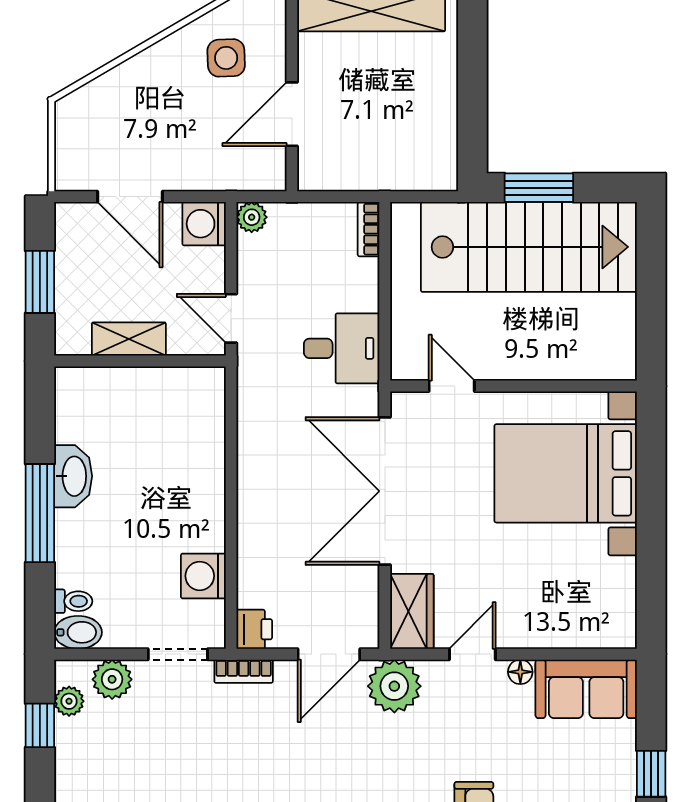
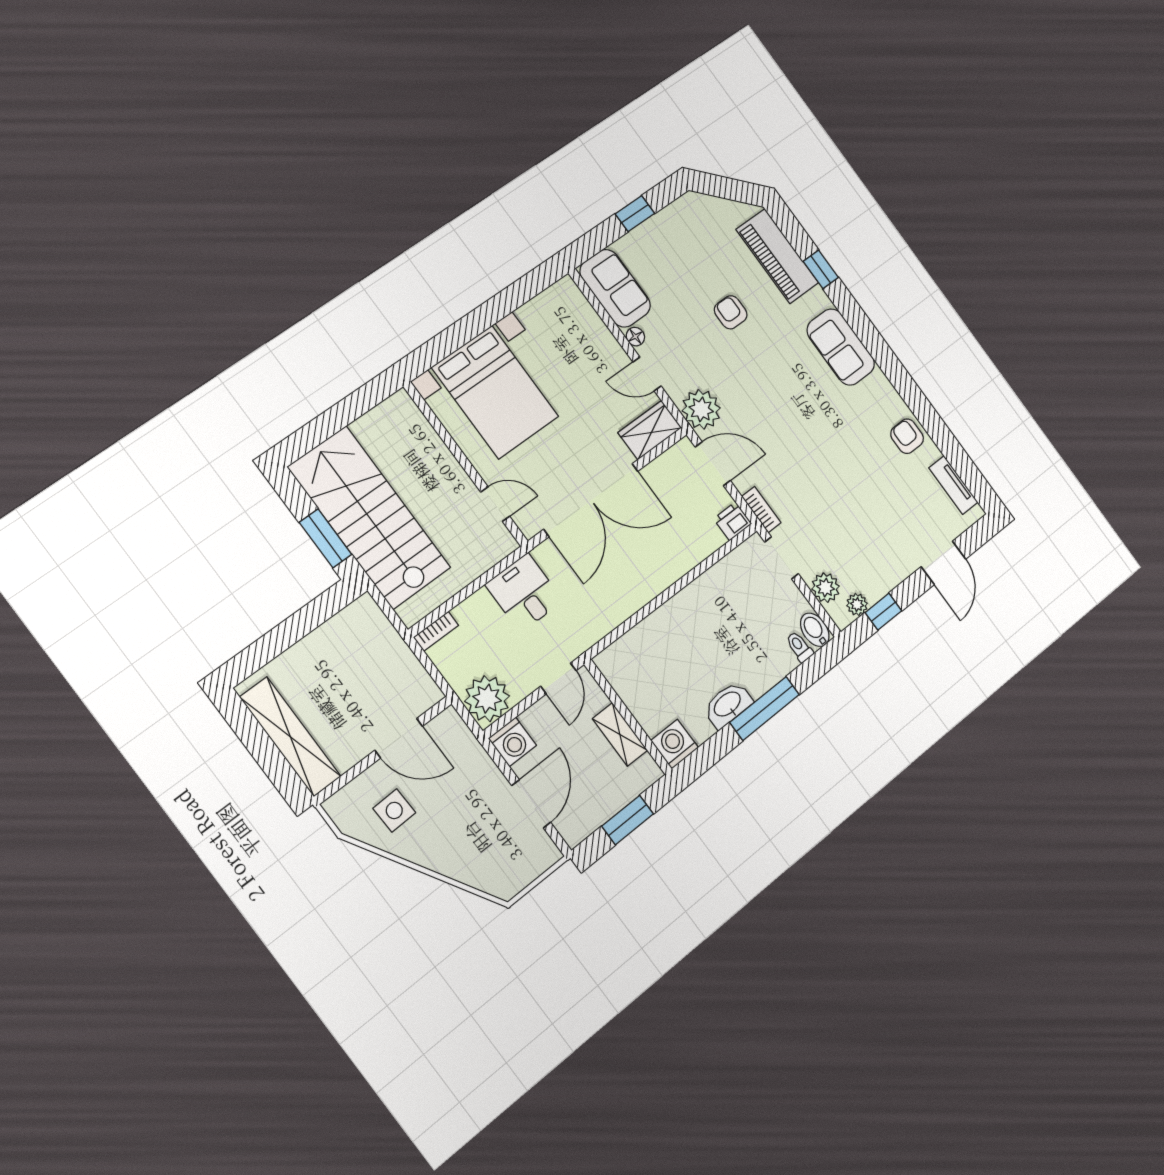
plant: (252, 217) -> (487, 699), width x1.88, depth x1.88
door: (452, 386) -> (495, 504), swing flipped
washing machine: (203, 576) -> (675, 744), moved, turned 180

